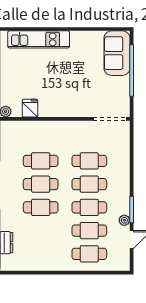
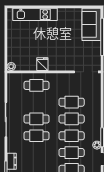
fridge: (30, 108) -> (42, 64), moved
cafe table: (41, 161) -> (36, 85), moved

